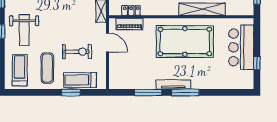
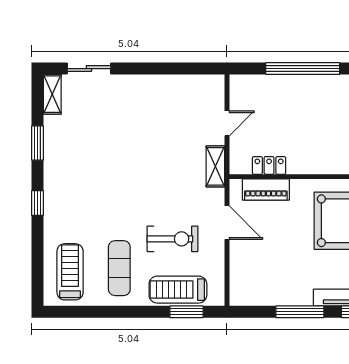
weight bench: (24, 30) -> (78, 200), removed
window: (71, 92) -> (187, 312), moved

